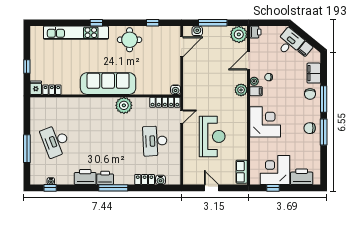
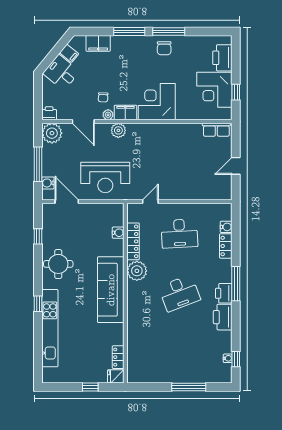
water cooler: (176, 90) -> (118, 233), moved
filing cabinet: (256, 91) -> (125, 113), width x2.00
chair: (310, 94) -> (123, 48), removed
locker: (165, 102) -> (133, 241), moved
door: (182, 117) -> (150, 202), hinge flipped
reception desk: (212, 136) -> (105, 177), moved, turned 180
desk: (55, 141) -> (179, 293), moved

